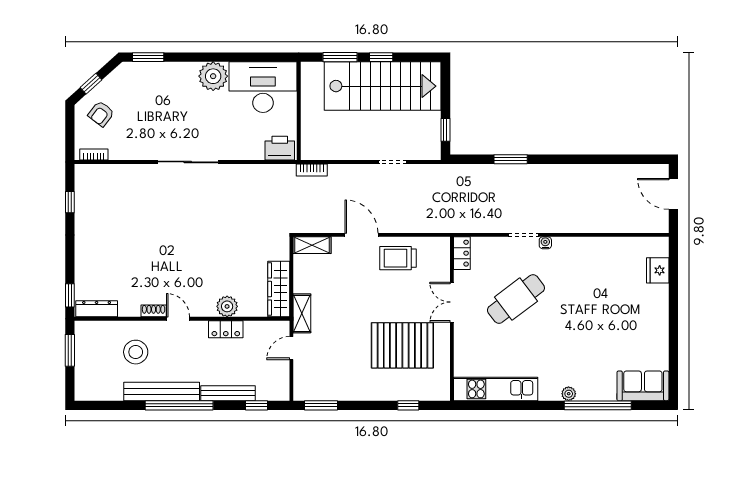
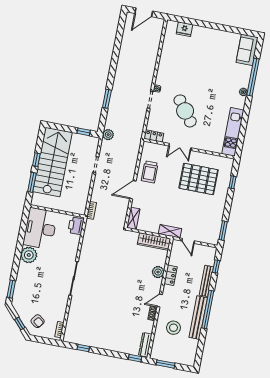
plant: (449, 173) -> (108, 135), added
pallet: (402, 345) -> (199, 179), turned 90

